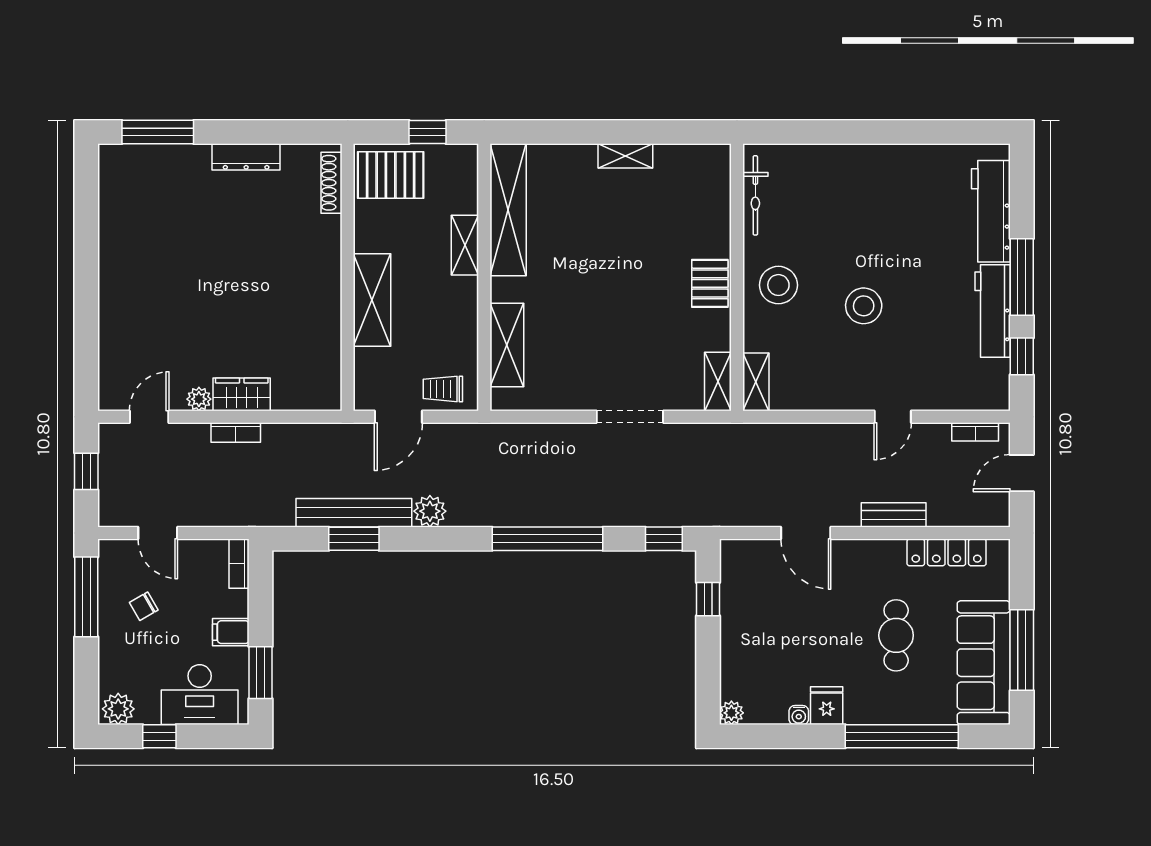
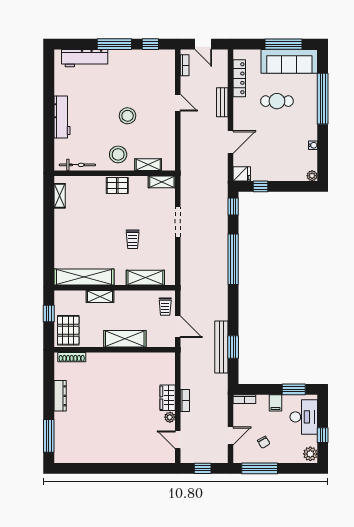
shelving: (625, 156) -> (60, 196), moved
workbench: (993, 311) -> (62, 117), moved, turned -90
trolley: (592, 317) -> (133, 239), added
shelving: (756, 382) -> (148, 165), moved
plant: (430, 511) -> (221, 312), removed
fridge: (827, 706) -> (242, 174), moved, turned 180

